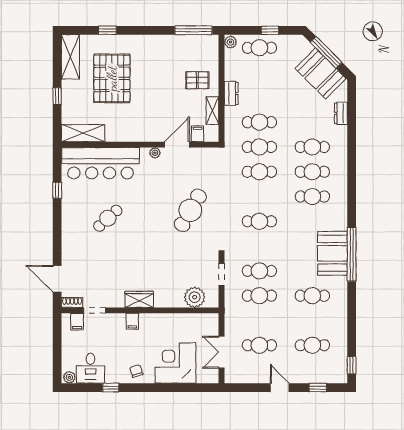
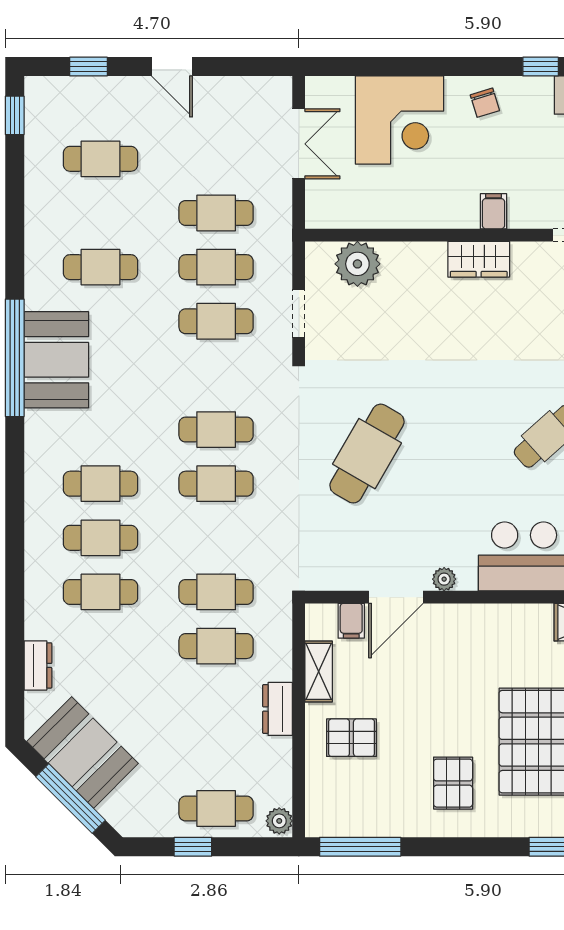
pallet: (151, 59) -> (453, 783), added
cafe table: (259, 172) -> (216, 484), moved
cafe table: (259, 345) -> (216, 213), moved

